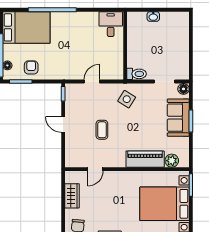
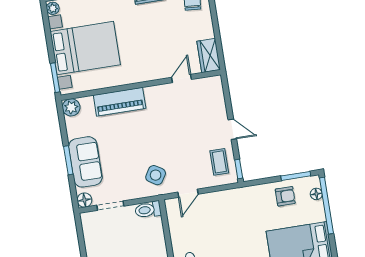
armchair: (31, 67) -> (285, 196), turned -90
door: (92, 82) -> (188, 193), moved
coffee table: (102, 130) -> (219, 162), moved
plant: (172, 161) -> (71, 107), moved
wardrobe: (72, 196) -> (209, 55), moved

